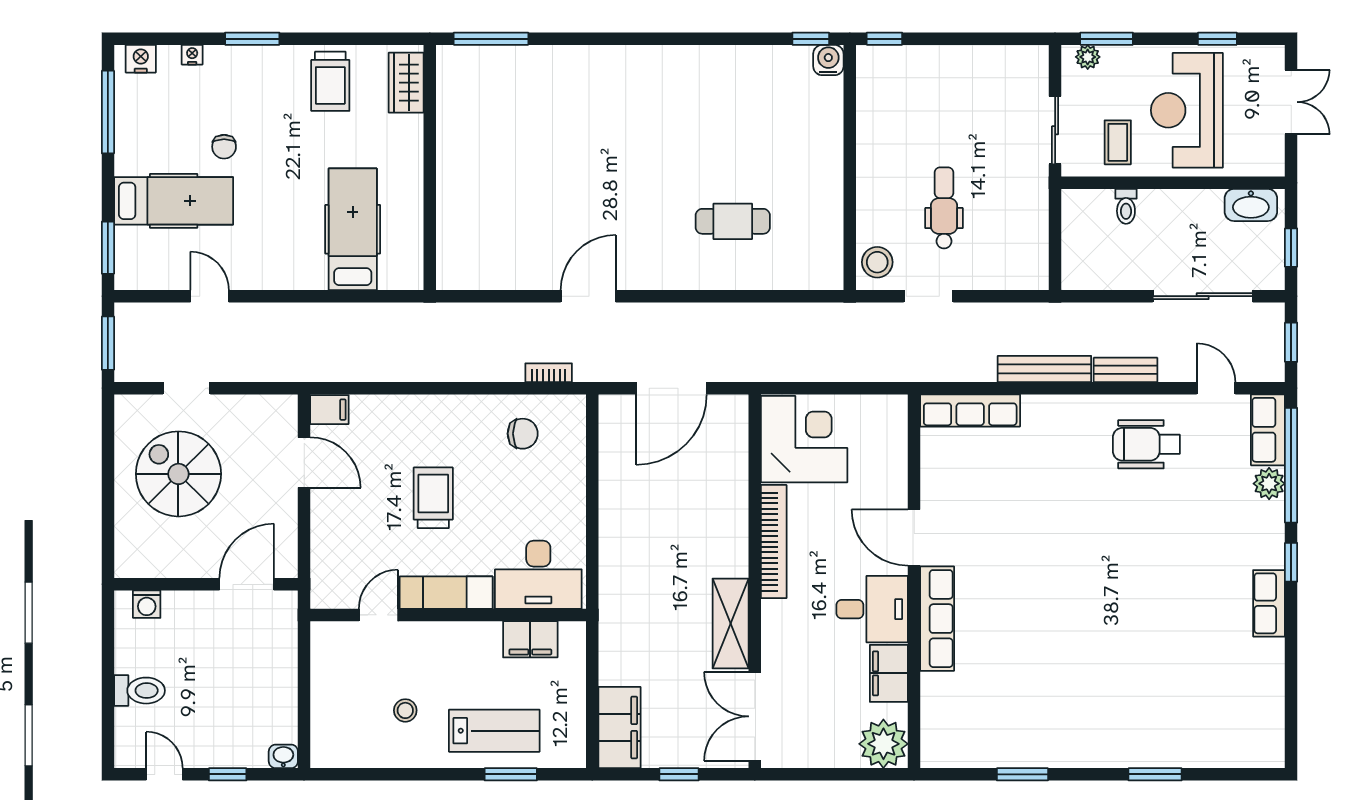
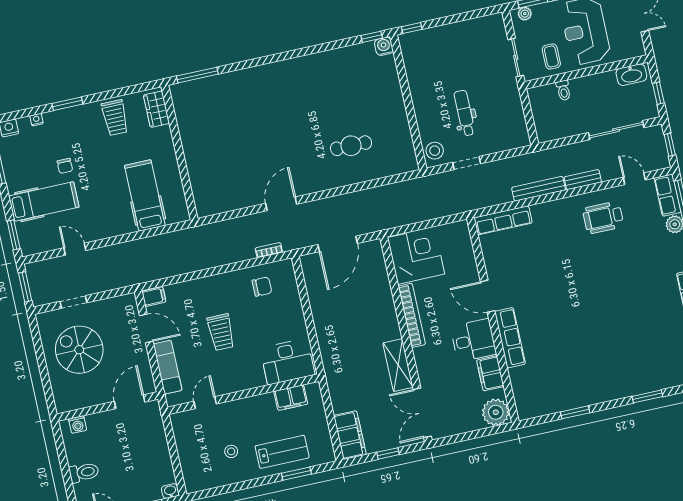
trolley: (433, 498) -> (221, 332), turned 180
exam couch: (446, 593) -> (168, 367), moved, turned 90

